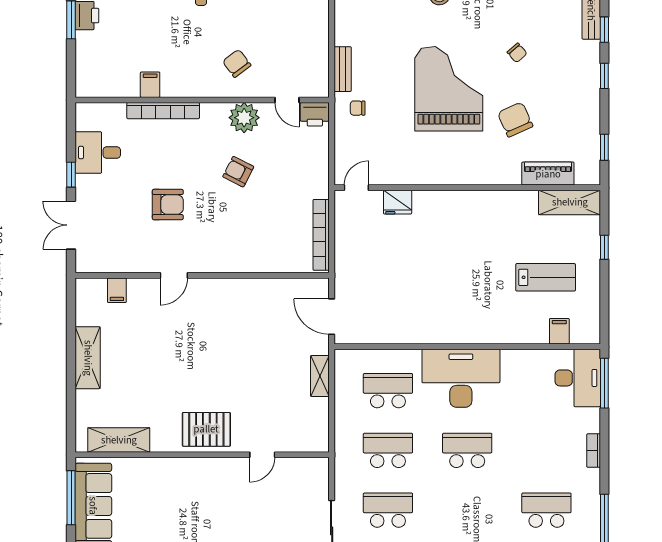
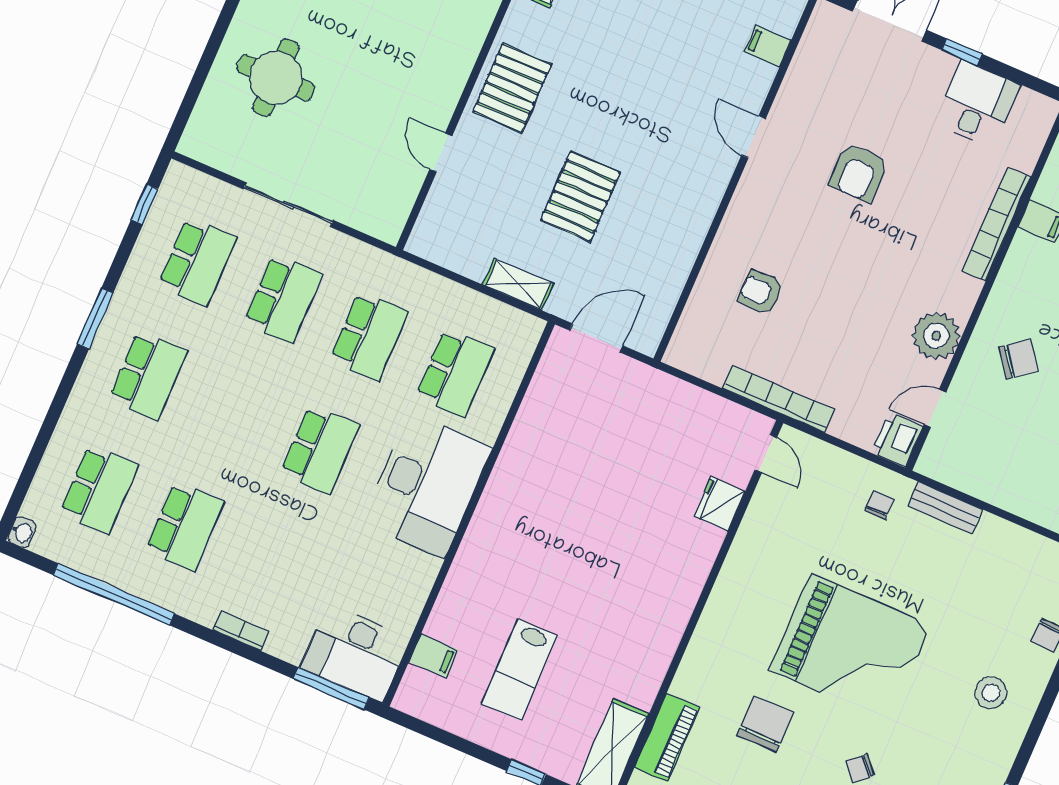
chair: (515, 120) -> (765, 724), turned -66
armchair: (238, 172) -> (761, 292), moved, turned -117
bookcase: (321, 235) -> (778, 399), moved
pallet: (253, 362) -> (580, 196), added

